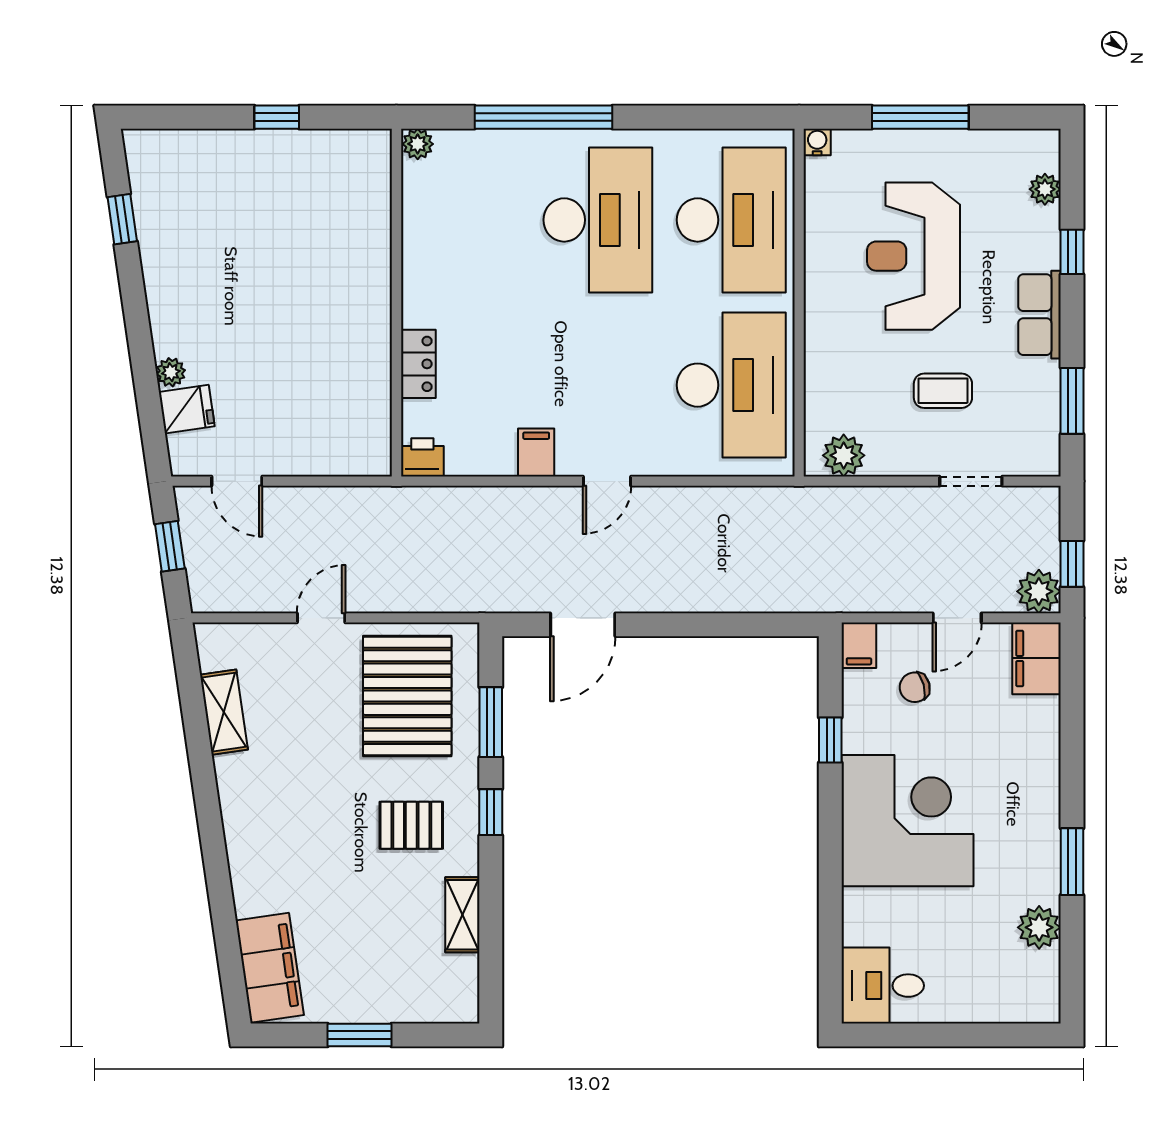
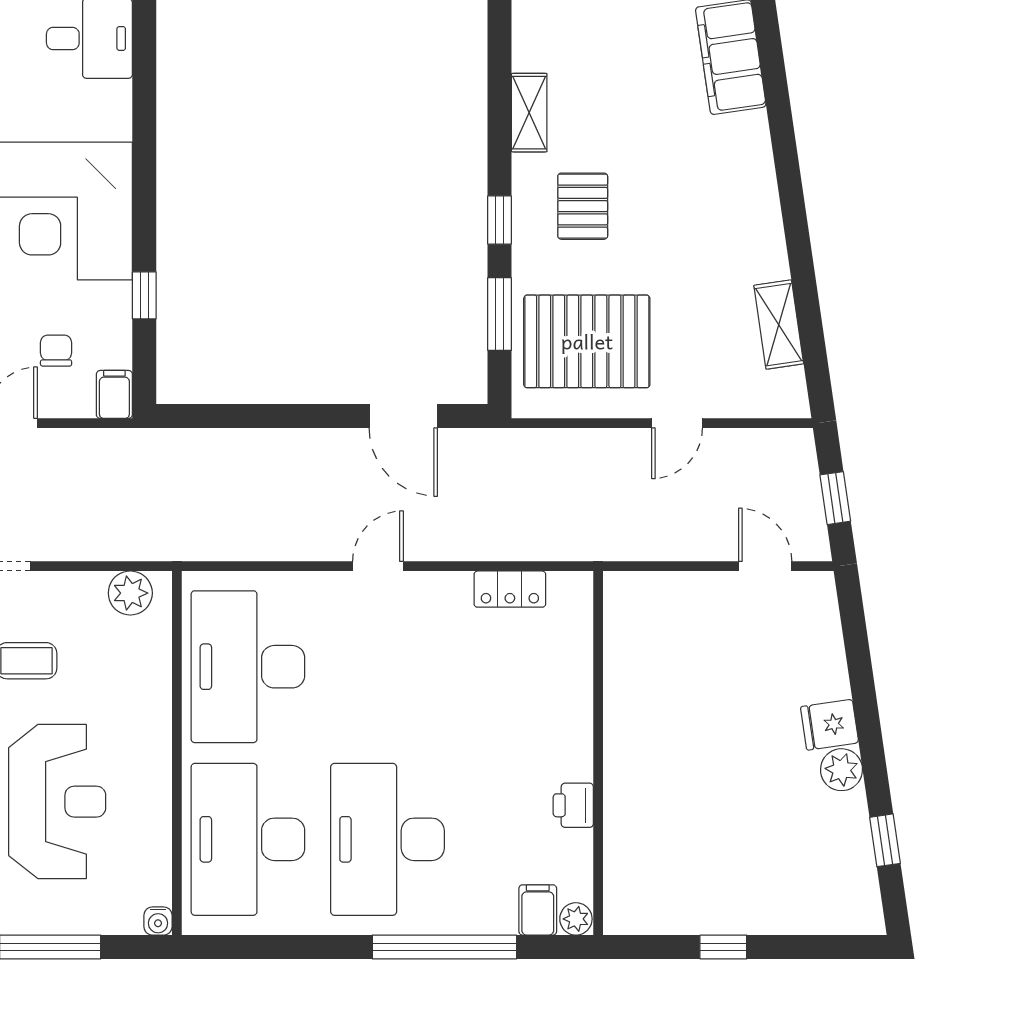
locker: (418, 364) -> (510, 589), moved, turned -90
plant: (171, 372) -> (842, 770), moved, width x1.38, depth x1.38
fridge: (187, 409) -> (830, 725), moved
filing cabinet: (536, 452) -> (538, 910), moved, turned 180
printer: (422, 457) -> (573, 805), moved, turned 90
door: (583, 625) -> (403, 416), swing flipped
chair: (915, 687) -> (56, 351), turned -75
pallet: (407, 696) -> (587, 341), turned 90
pallet: (411, 825) -> (583, 206), turned 90

